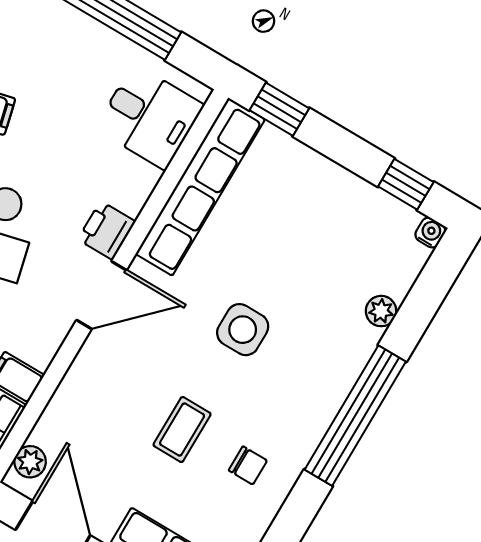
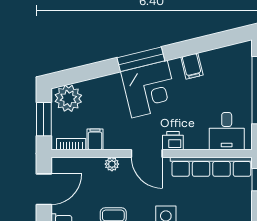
plant: (30, 462) -> (112, 164), moved

